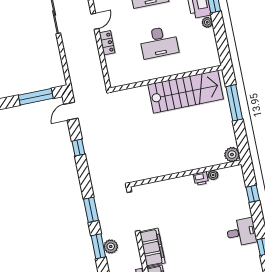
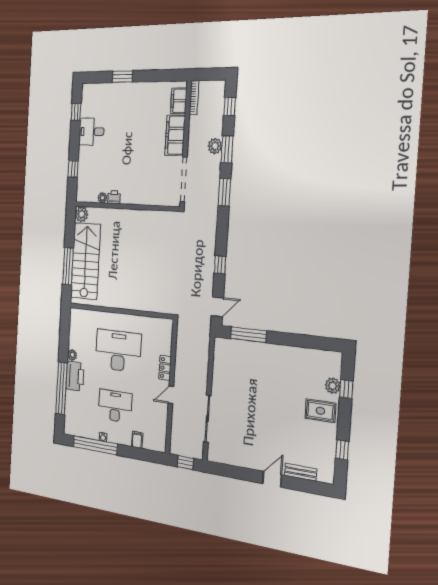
desk: (159, 42) -> (118, 351), width x1.36, depth x1.30
stairs: (186, 92) -> (86, 261), moved, turned 90

